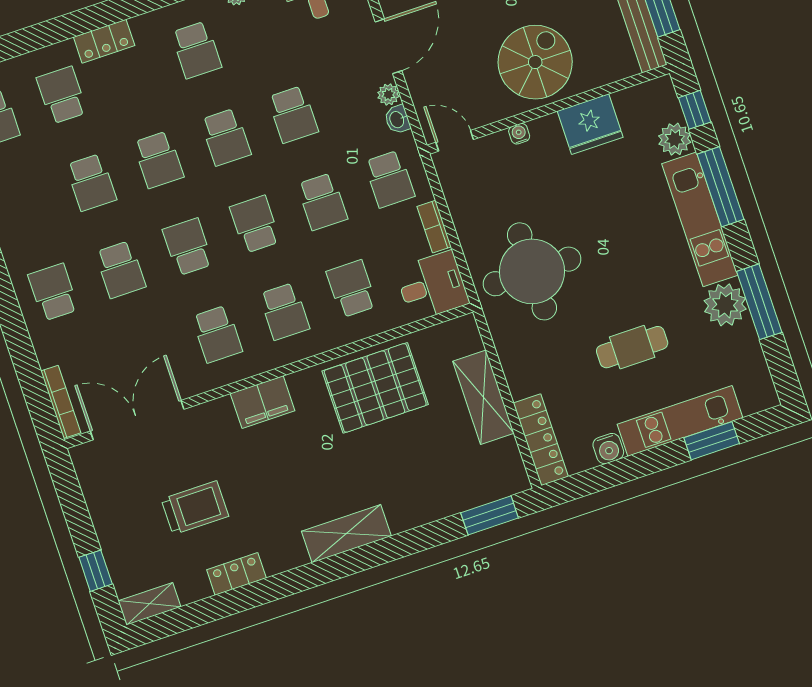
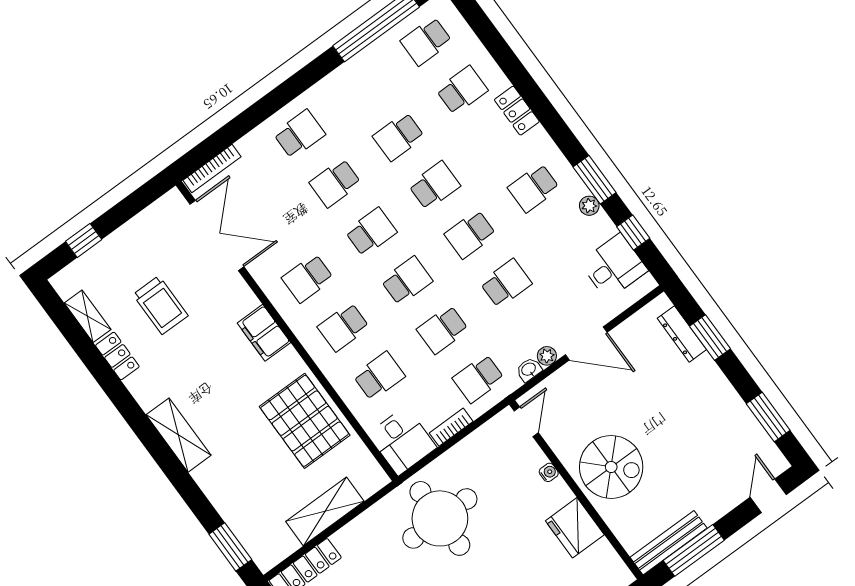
school desk: (293, 114) -> (506, 283), turned 180
school desk: (158, 160) -> (434, 185), turned 180
shelving: (149, 604) -> (88, 316), moved

